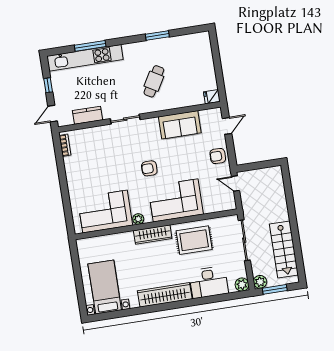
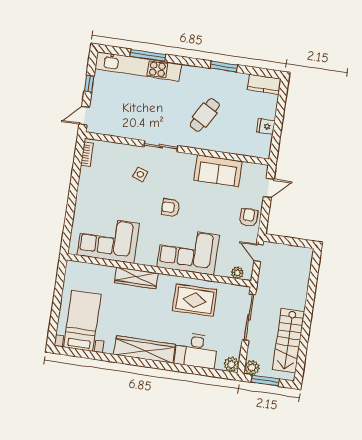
fridge: (212, 97) -> (266, 126), moved
kitchen counter: (88, 115) -> (264, 84), moved, turned 180
side table: (115, 148) -> (140, 174), added
armchair: (218, 156) -> (249, 217), turned 90
plant: (138, 219) -> (237, 273), moved
wardrobe: (153, 235) -> (136, 278), moved

